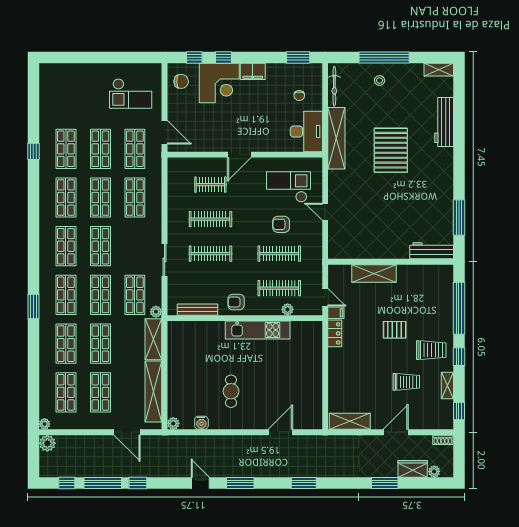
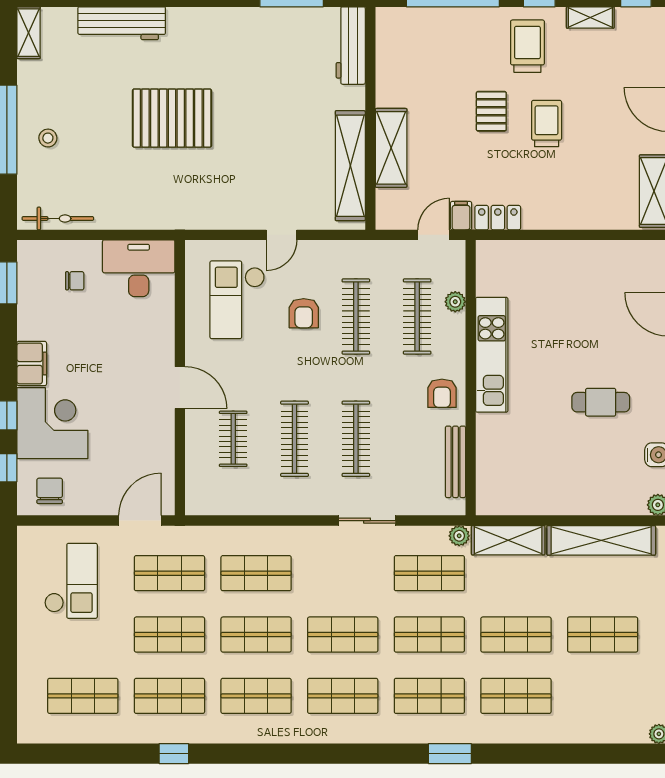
shelving: (336, 138) -> (350, 166), moved, turned 90
trolley: (406, 382) -> (547, 124), moved
shop shelf: (66, 392) -> (83, 696), moved

